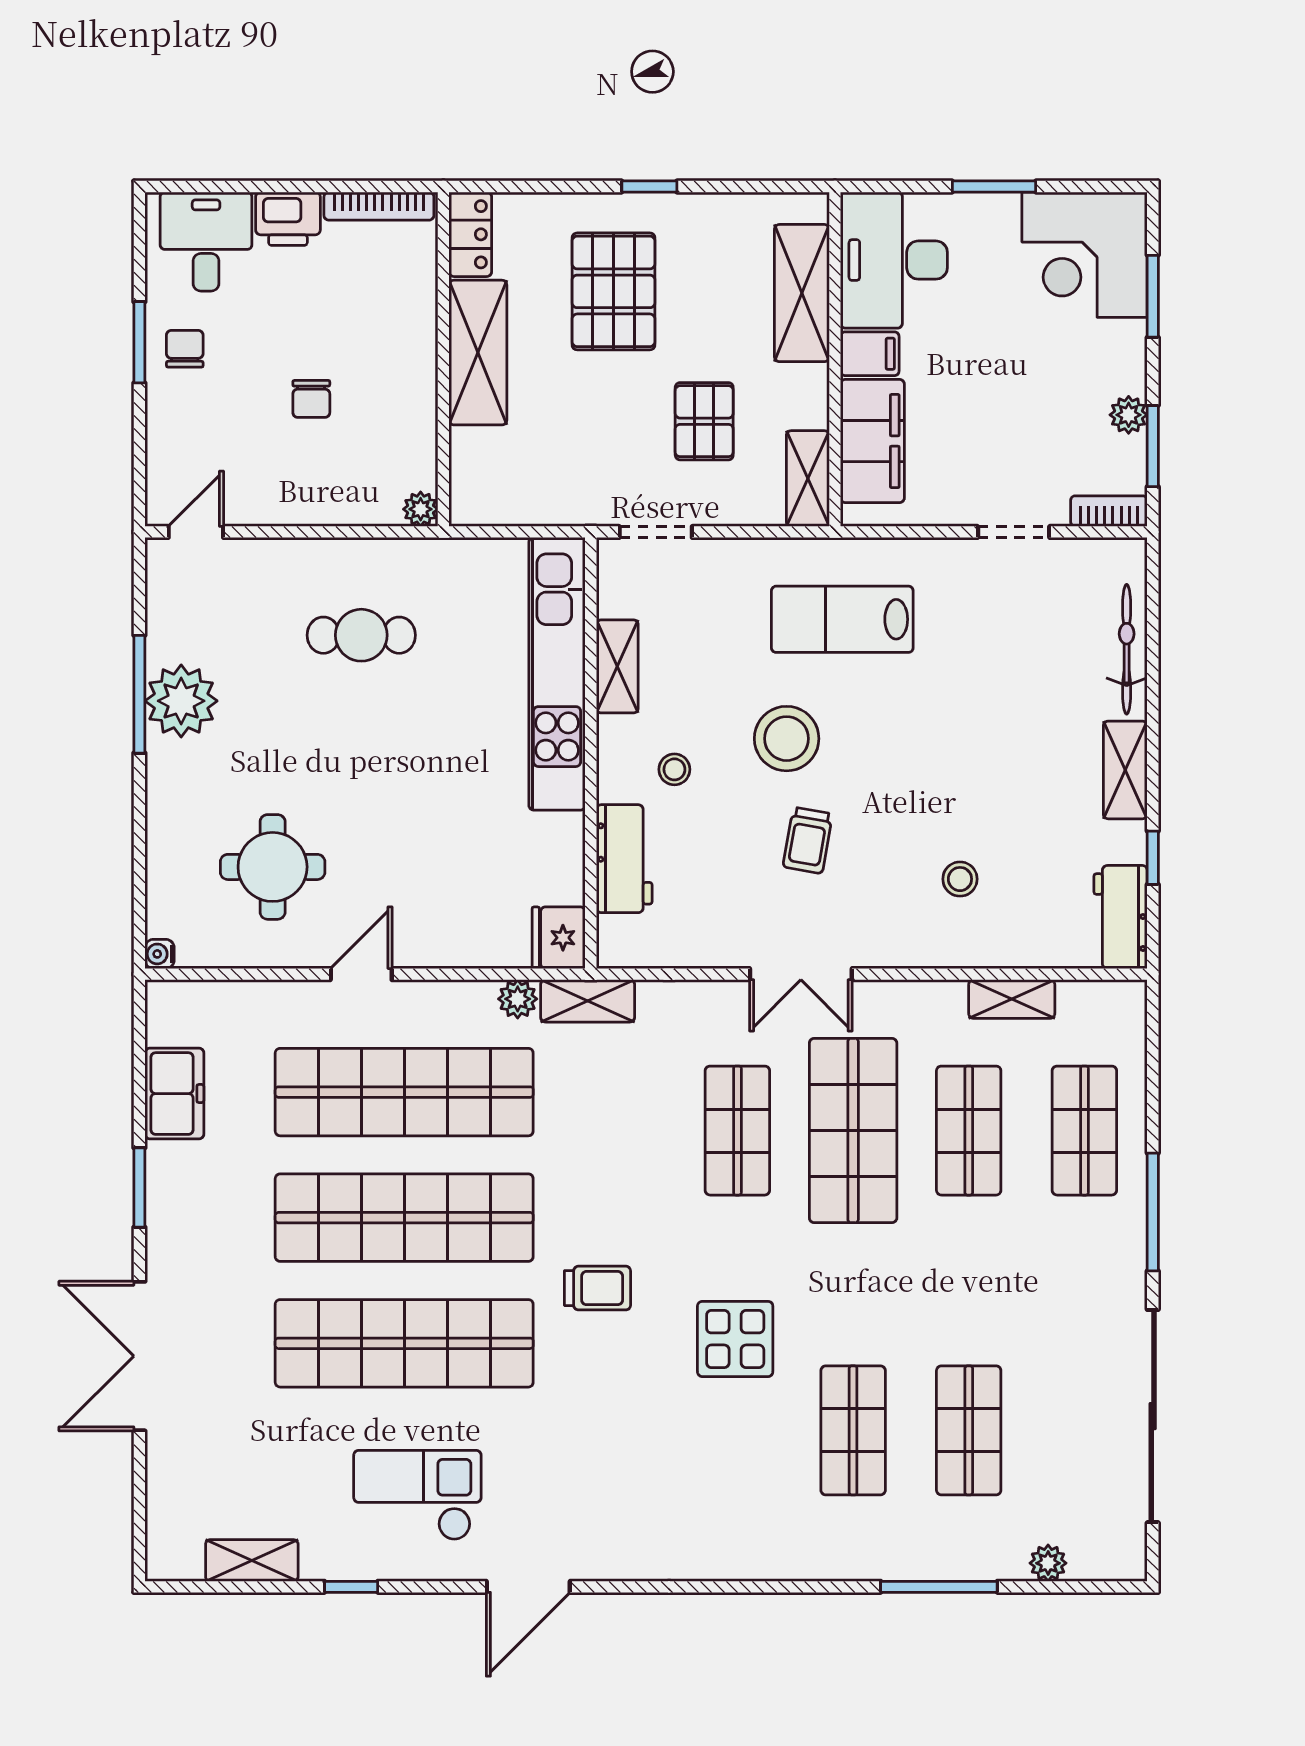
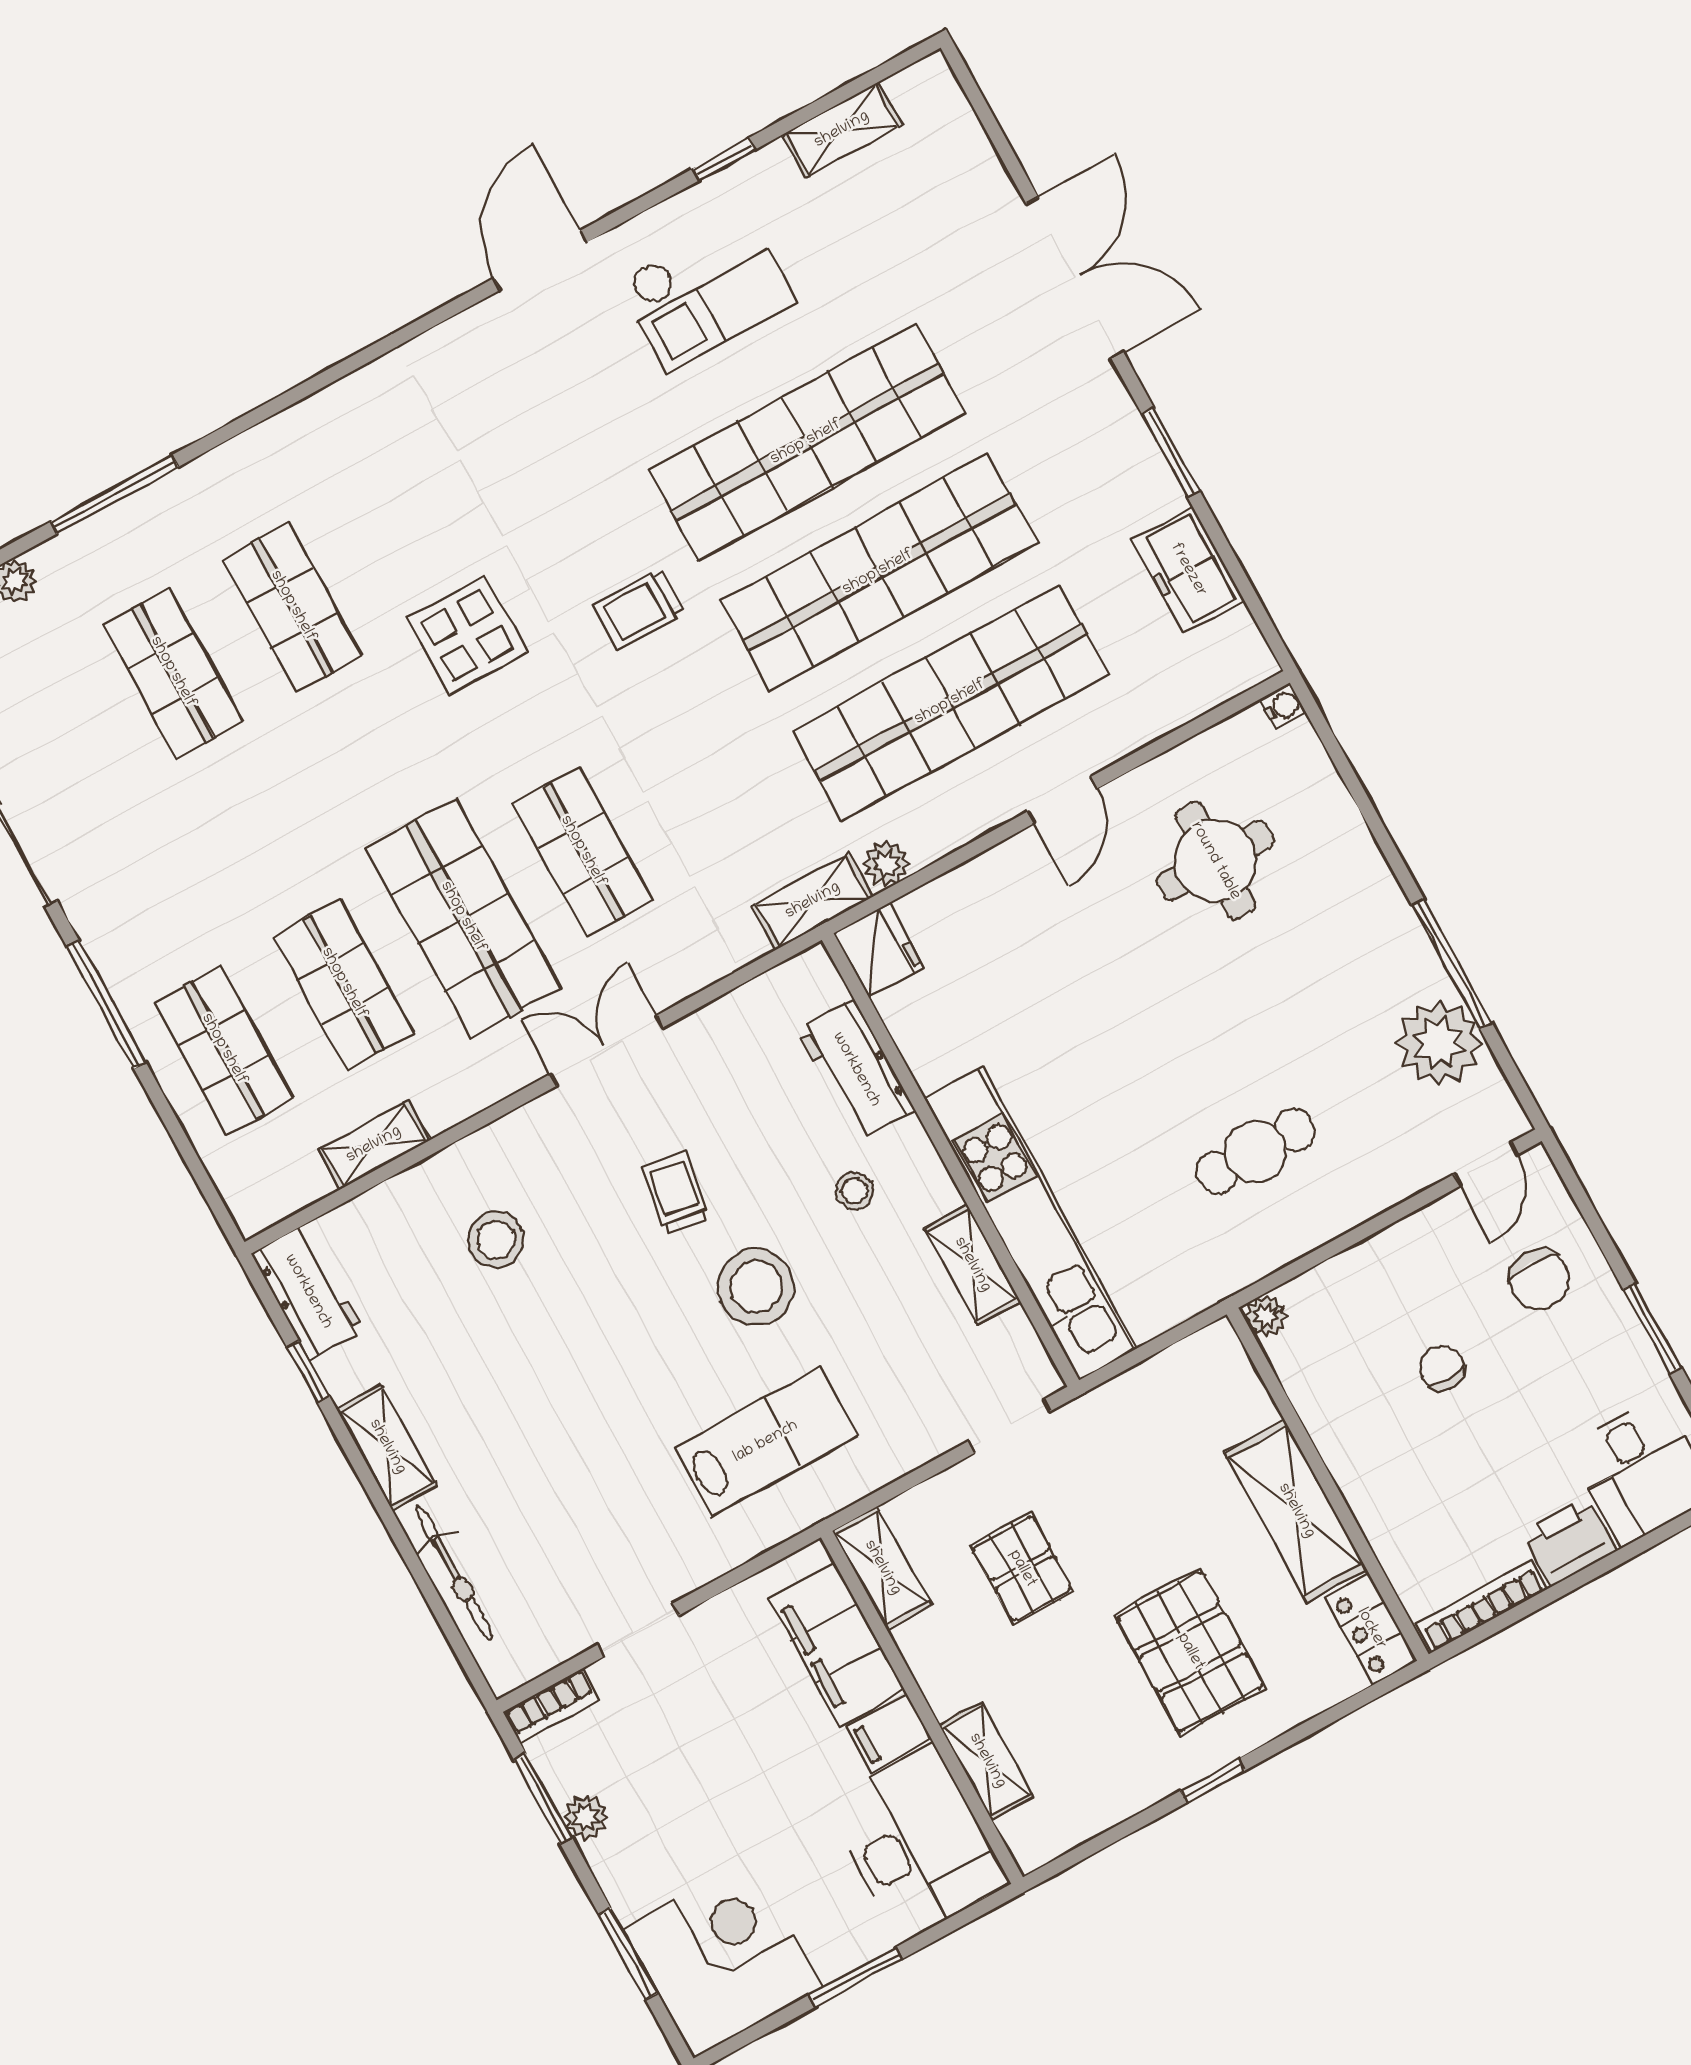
shelving: (802, 293) -> (987, 1761), width x0.67, depth x0.75
chair: (185, 349) -> (1539, 1279), moved, width x1.37, depth x1.37
plant: (181, 701) -> (1439, 1043), moved
stool: (960, 879) -> (496, 1240), width x1.37, depth x1.37

